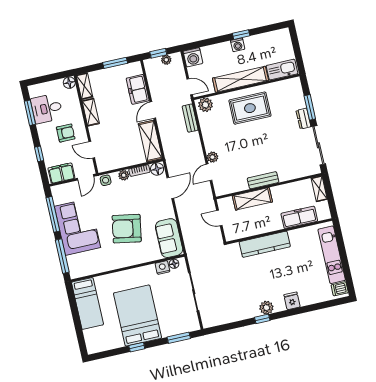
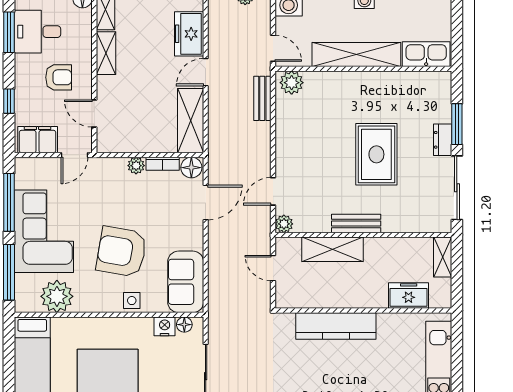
rug: (250, 108) -> (376, 154), moved, turned 90
plant: (213, 157) -> (284, 224), moved
side table: (106, 180) -> (132, 301), moved
freezer: (299, 217) -> (409, 296), width x0.71
plant: (94, 264) -> (57, 296), added

